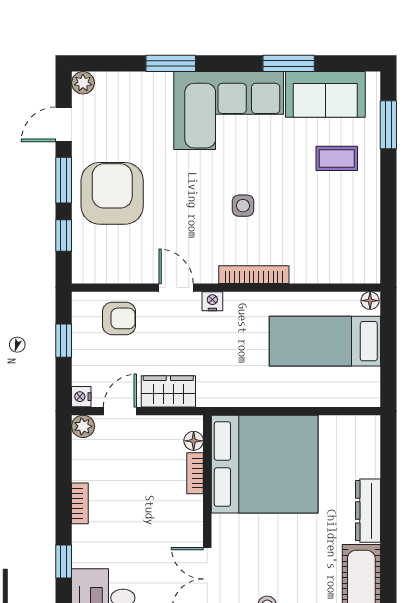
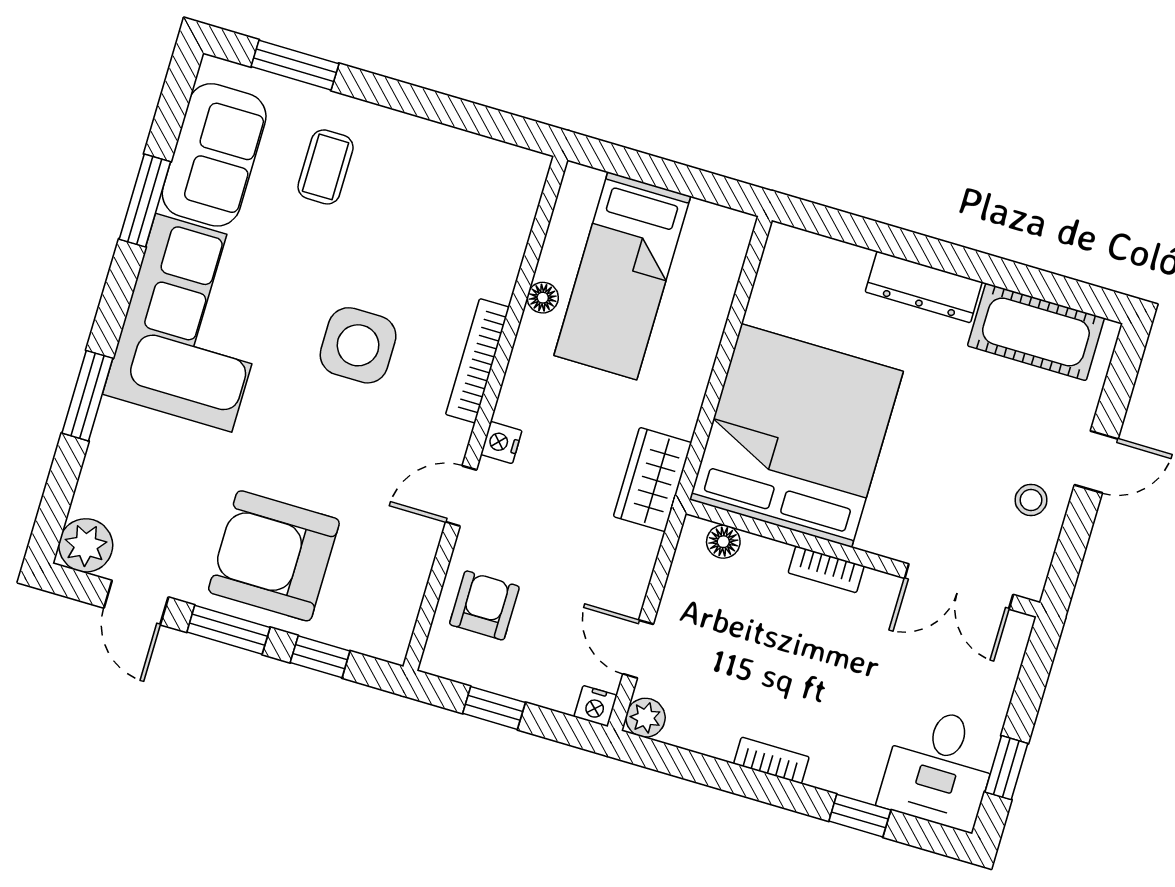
plant: (83, 83) -> (86, 545), width x1.38, depth x1.38
side table: (243, 206) -> (358, 345), width x1.87, depth x1.87
floor lamp: (370, 301) -> (543, 298), moved
wardrobe: (168, 391) -> (653, 480), moved
bookcase: (195, 473) -> (826, 569), moved

